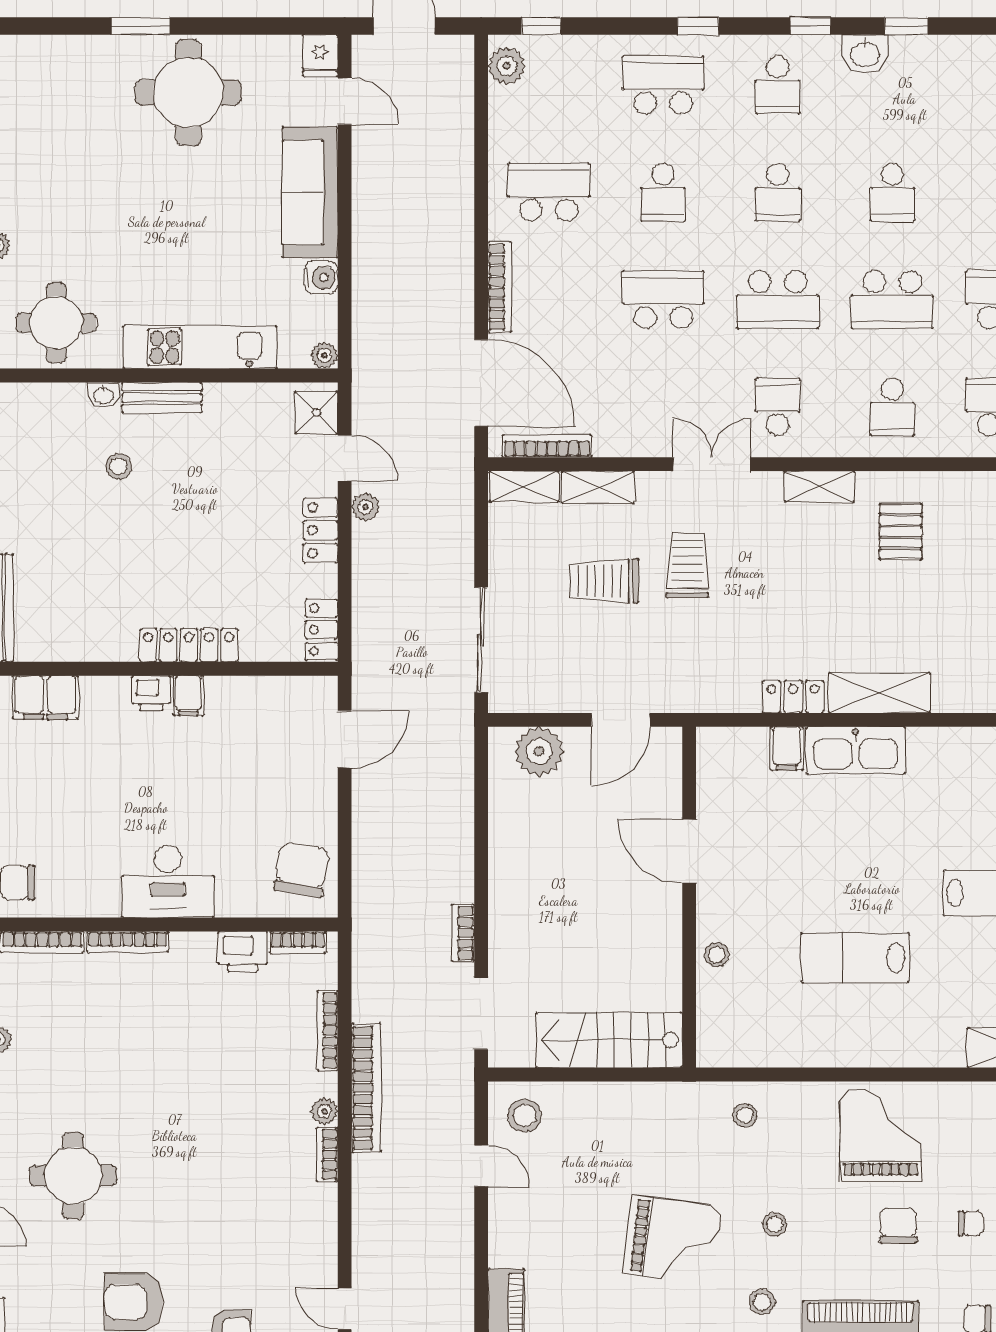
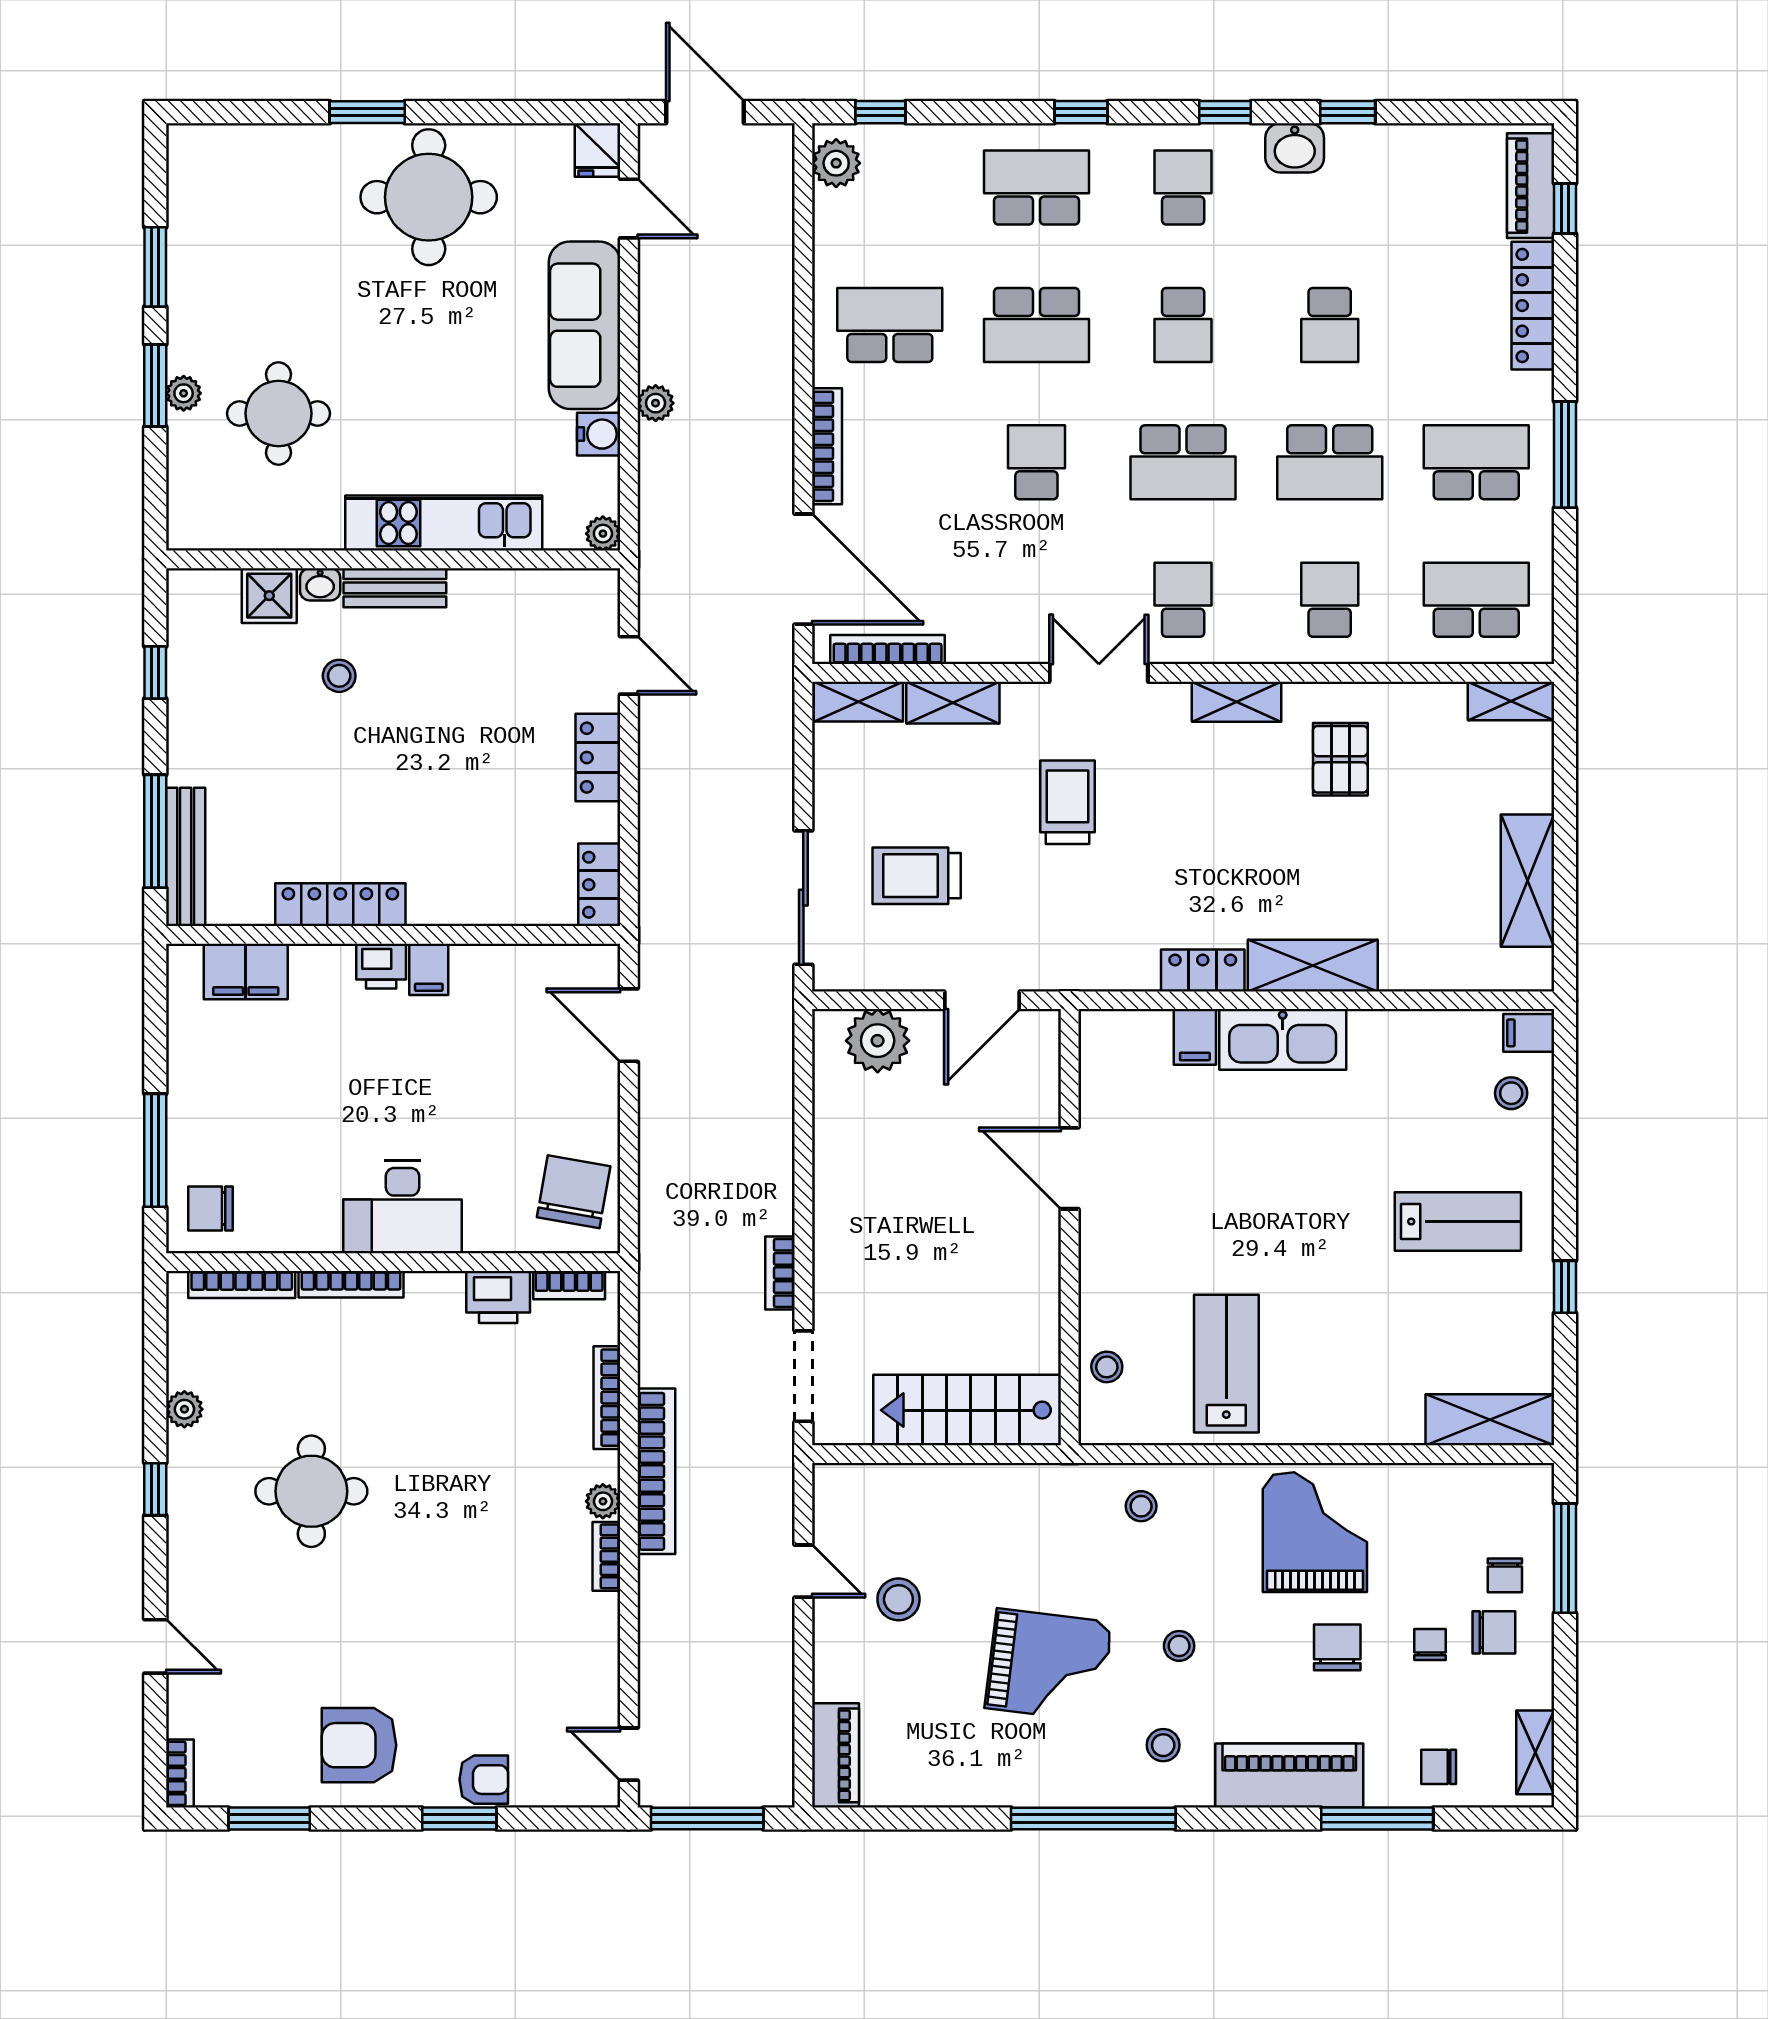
school desk: (778, 85) -> (1183, 187), turned 180
school desk: (663, 192) -> (1036, 325), width x1.85
school desk: (663, 300) -> (1036, 462), width x0.54
round table: (56, 323) -> (278, 413), moved
school desk: (892, 407) -> (1330, 600), turned 180
shower: (316, 413) -> (269, 596), moved
plant: (366, 507) -> (656, 403), moved
trolley: (604, 581) -> (917, 876), moved
locker: (189, 645) -> (340, 905), moved
door: (345, 739) -> (629, 1025), swing flipped
stool: (717, 955) -> (1107, 1367), moved
lab bench: (855, 958) -> (1226, 1364), moved, turned 90
stool: (525, 1116) -> (898, 1599), moved
round table: (73, 1176) -> (311, 1491), moved
chair: (971, 1223) -> (1430, 1644), turned -90

